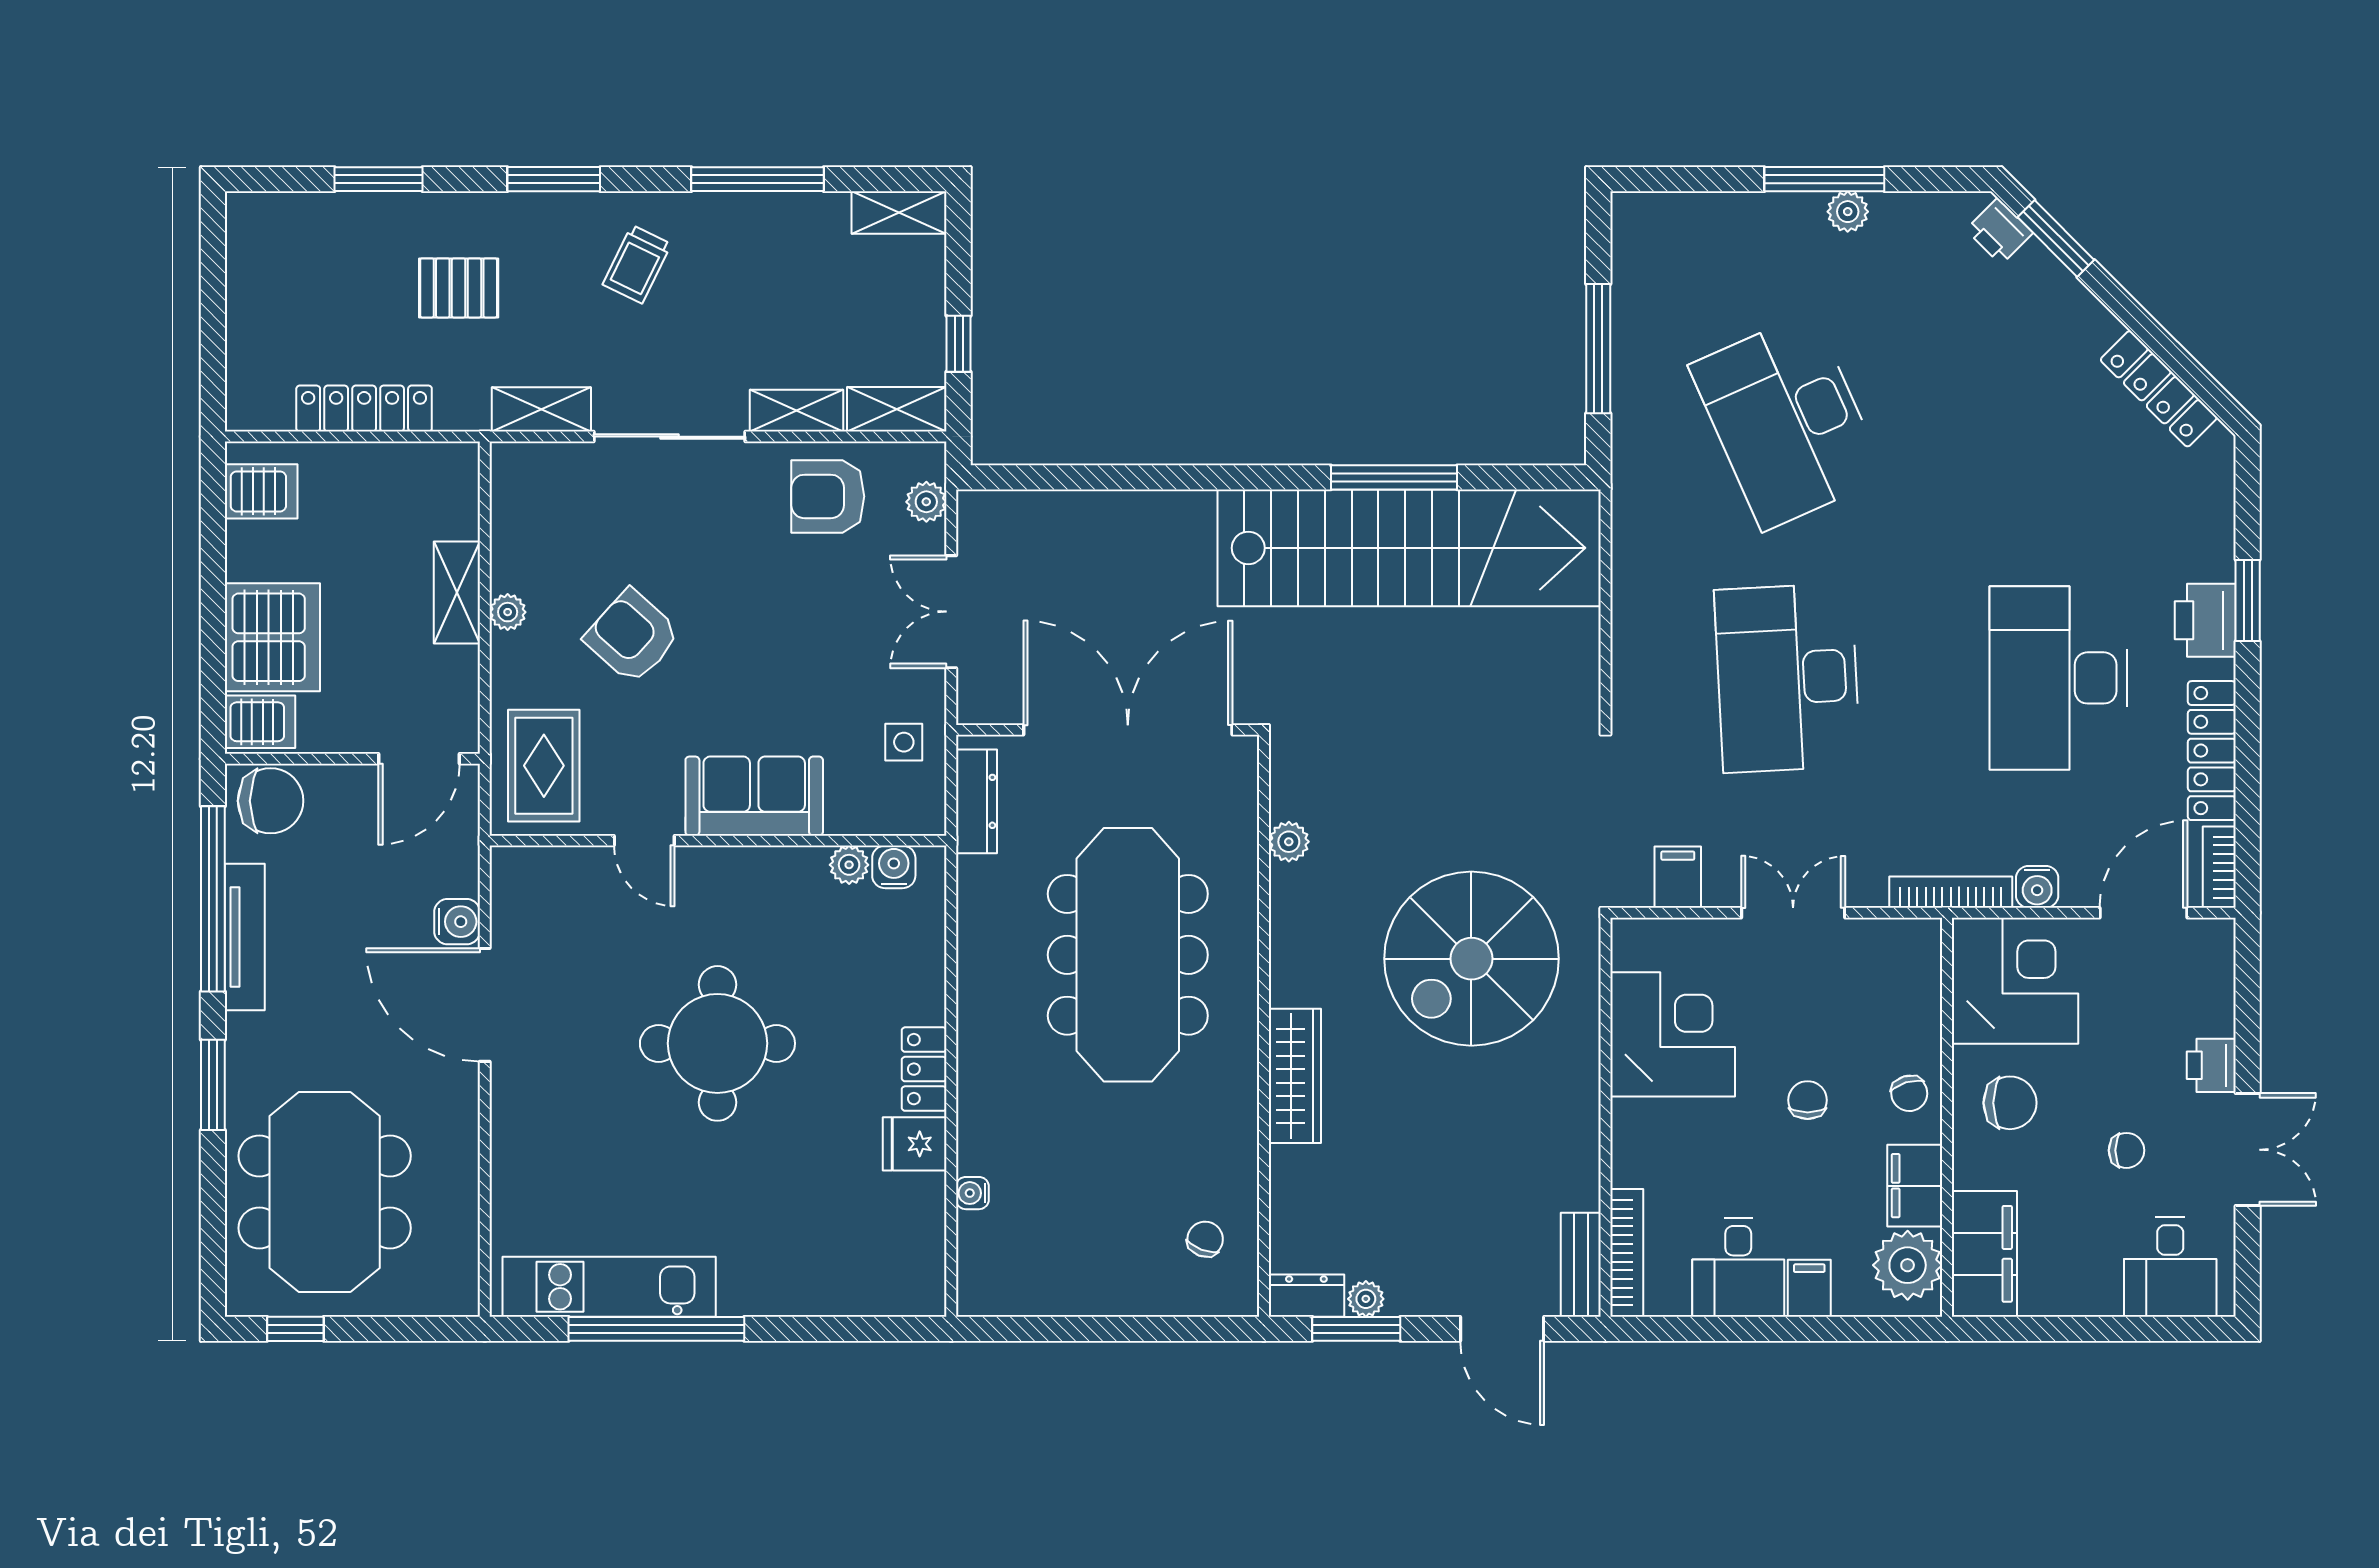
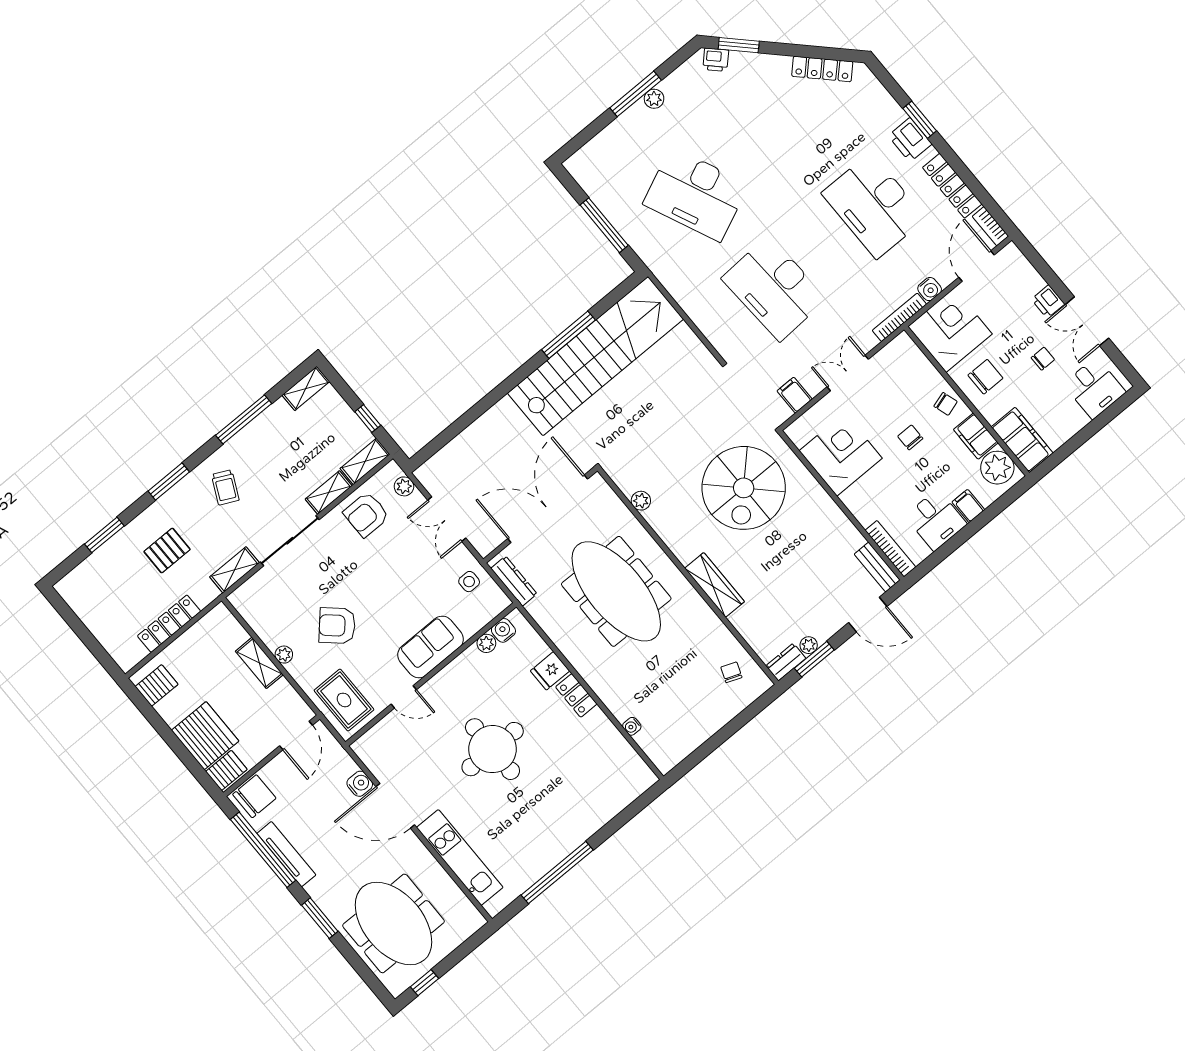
fridge: (915, 1144) -> (550, 671), moved
double door: (2248, 1150) -> (1087, 321), swing flipped
kitchen unit: (609, 1287) -> (460, 857), moved, turned 90

